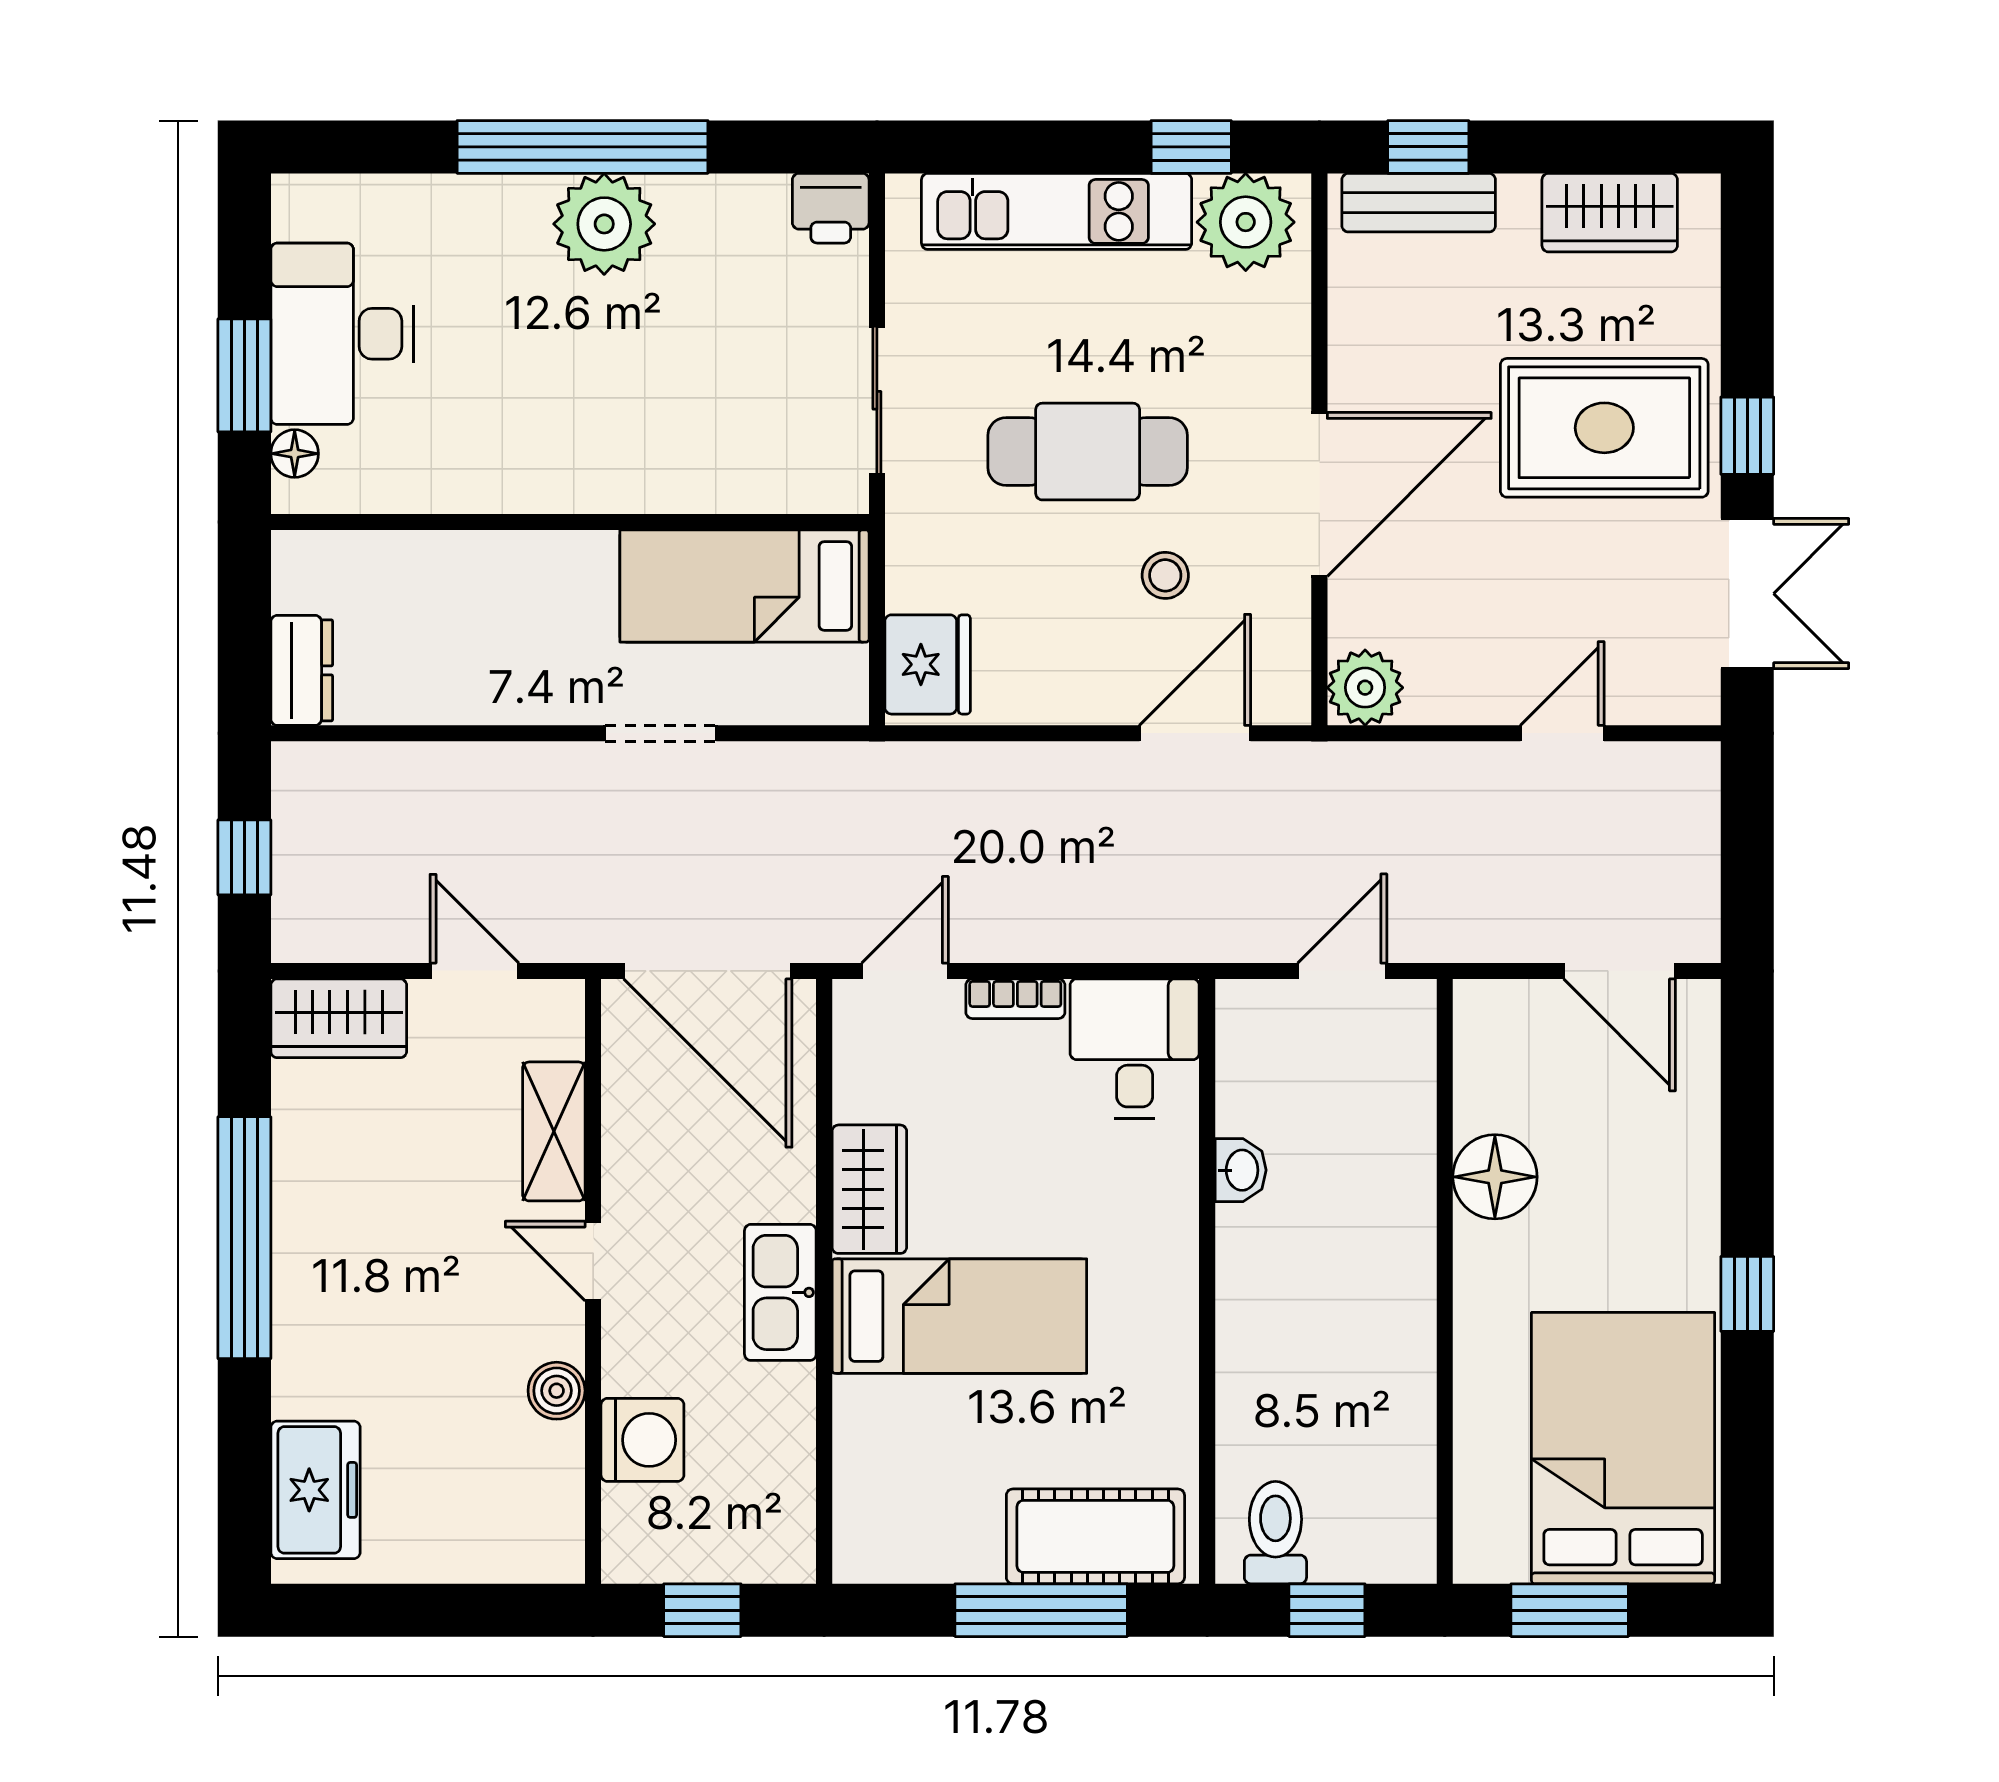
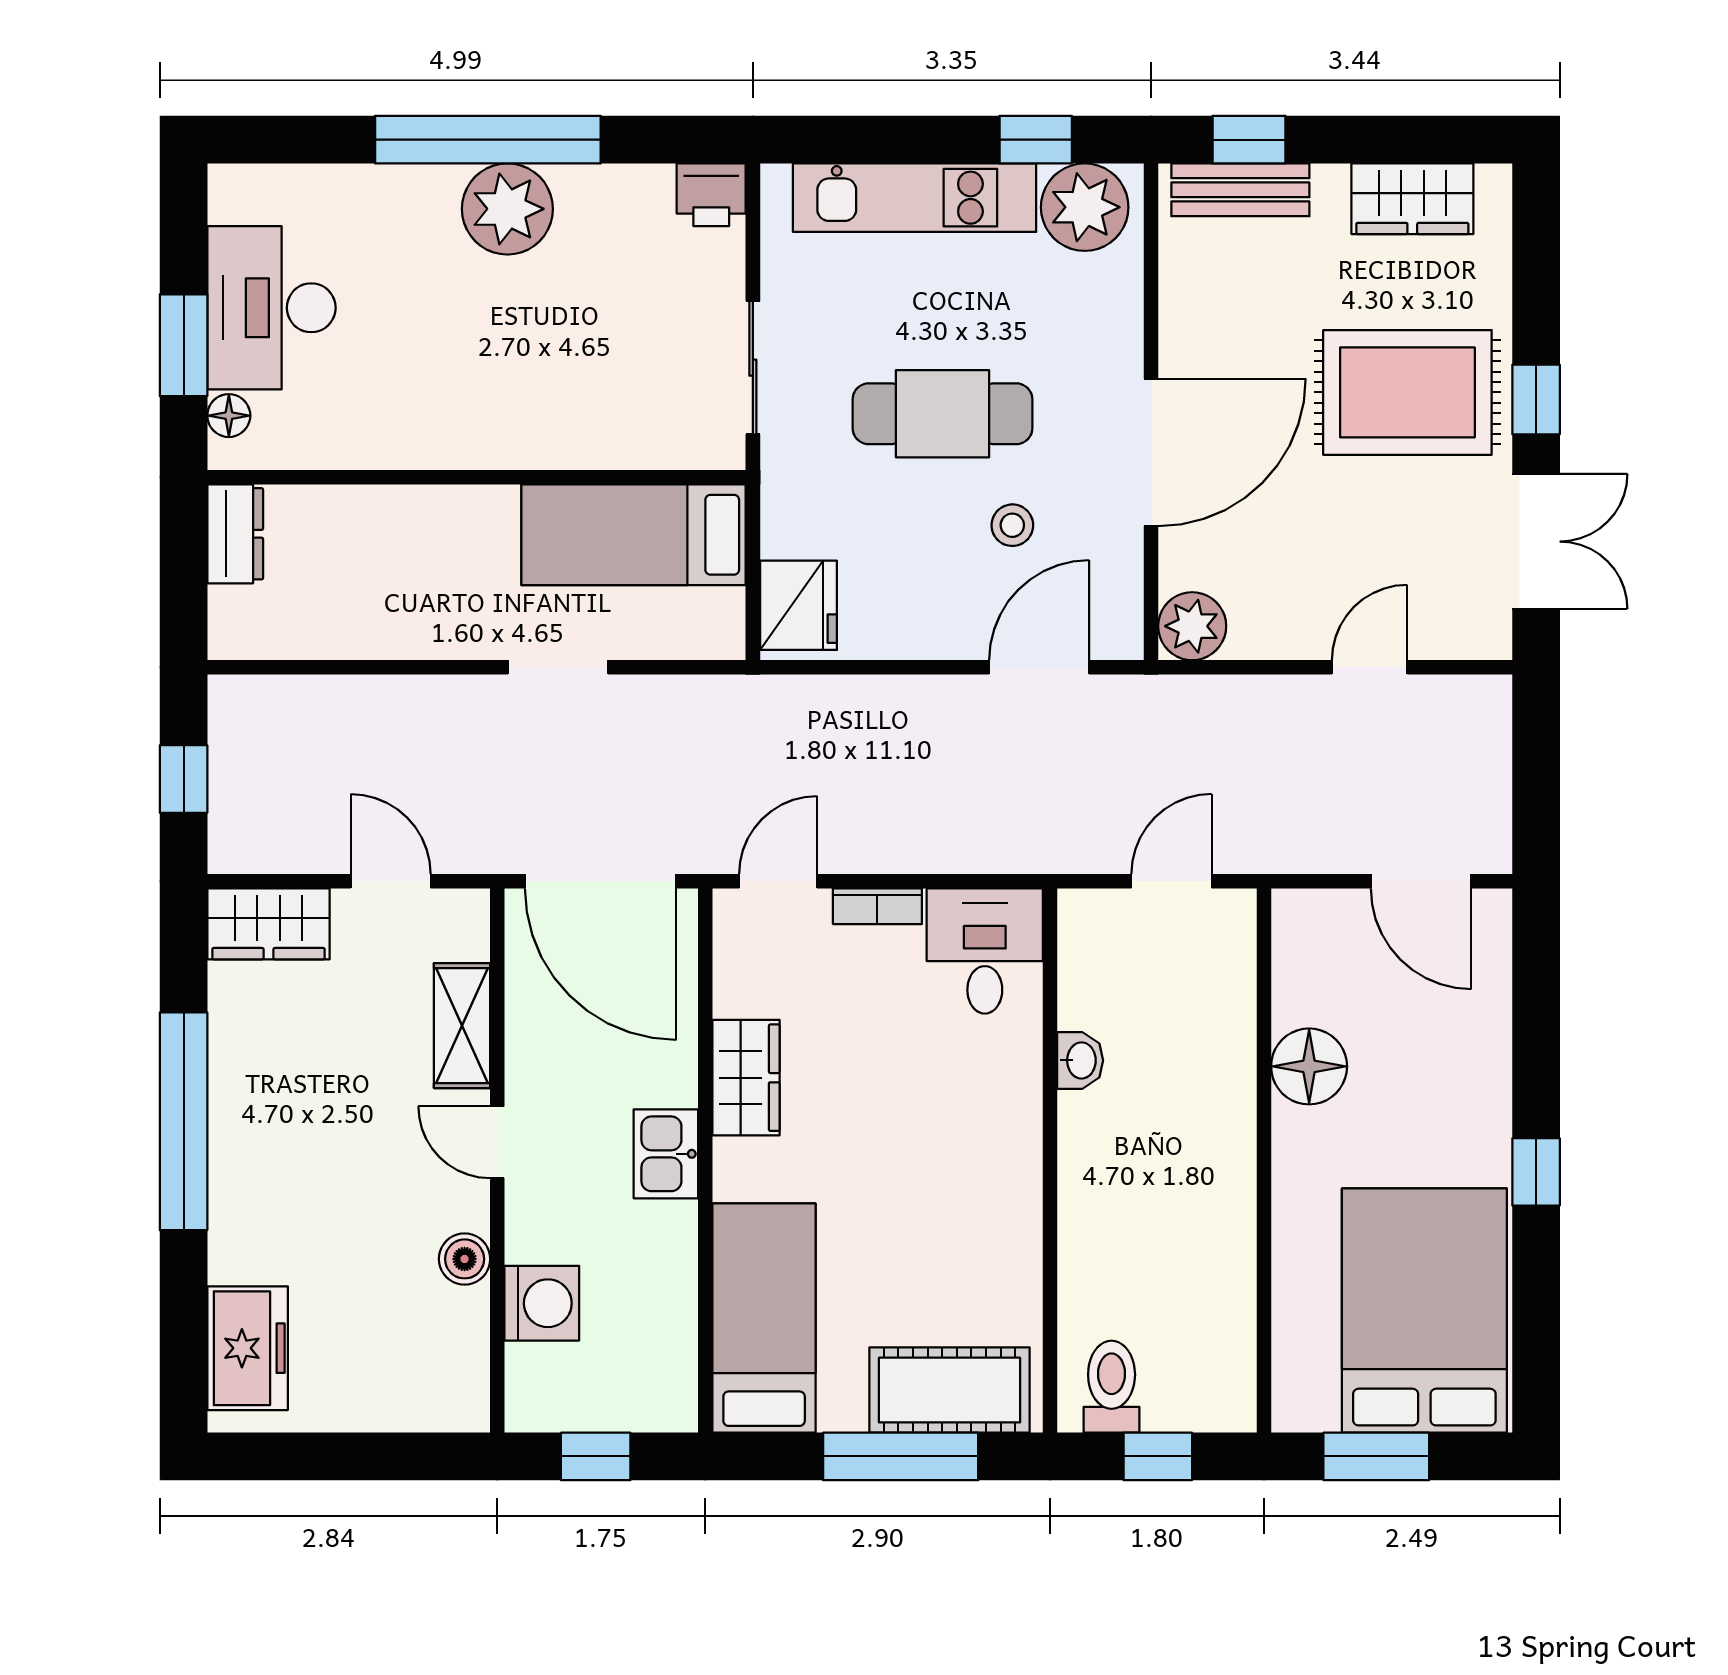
dresser: (302, 670) -> (235, 534), moved
kitchen sink: (780, 1292) -> (666, 1154), width x0.73
bed: (959, 1316) -> (764, 1318), moved, turned -90

